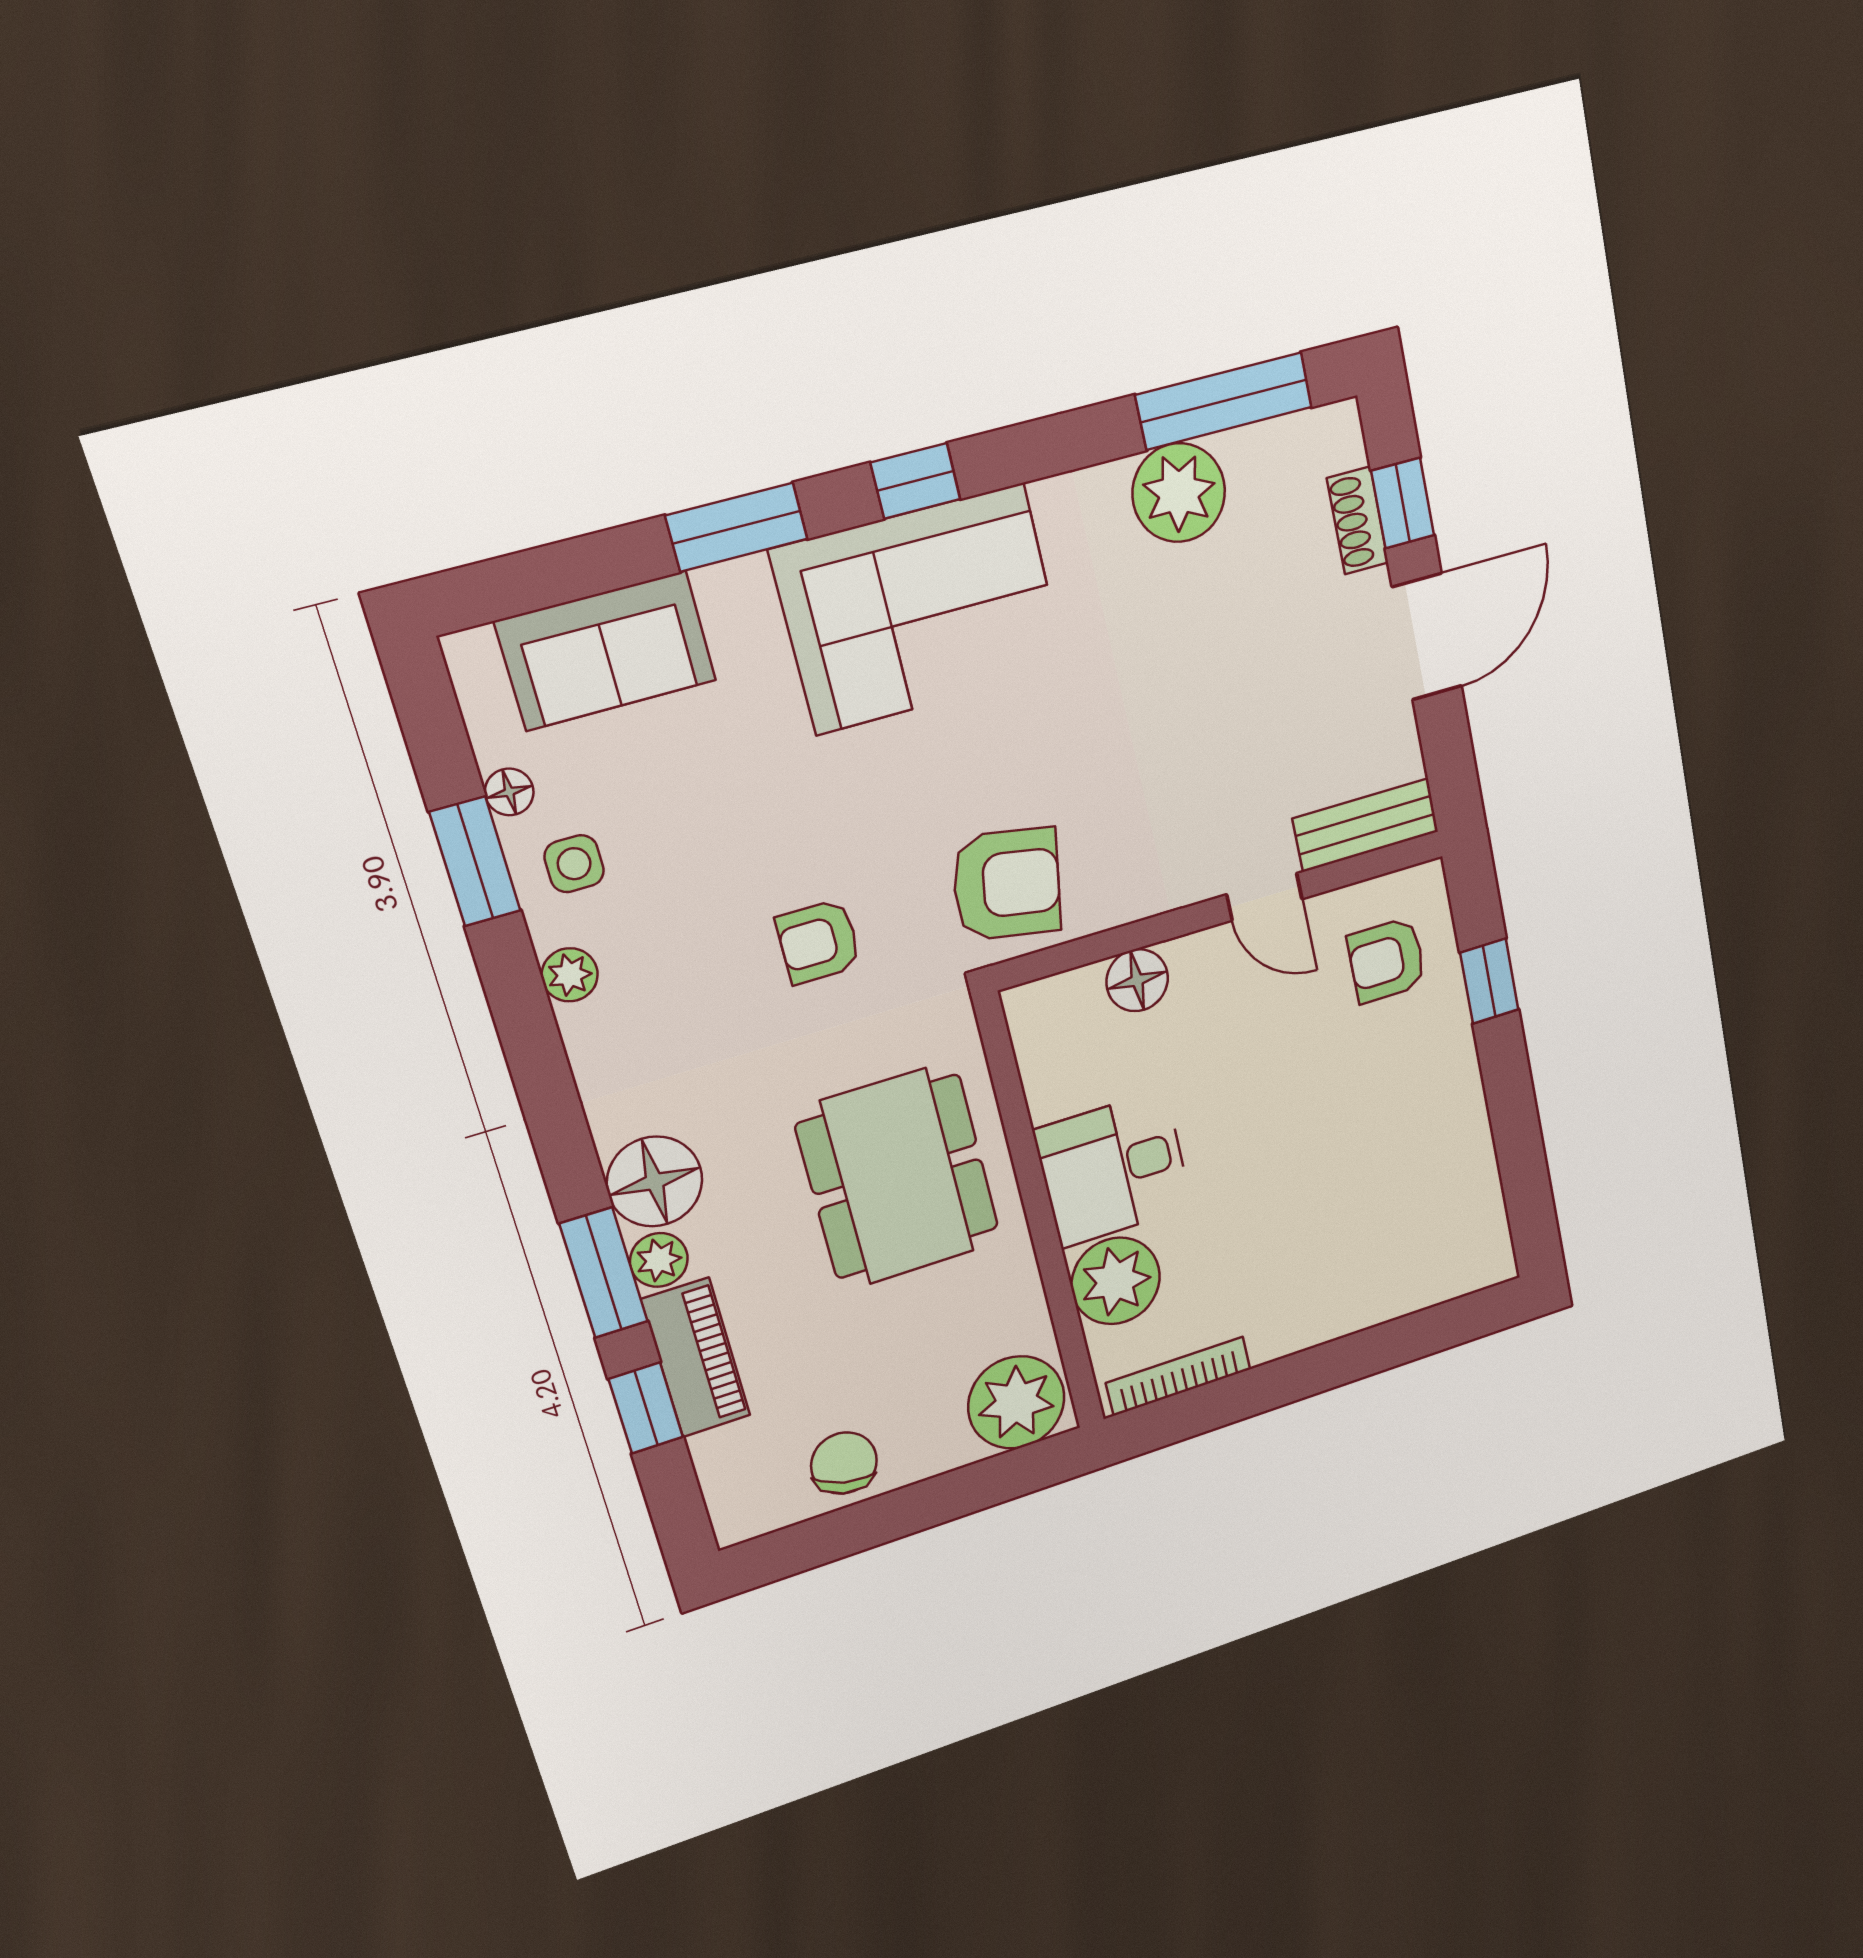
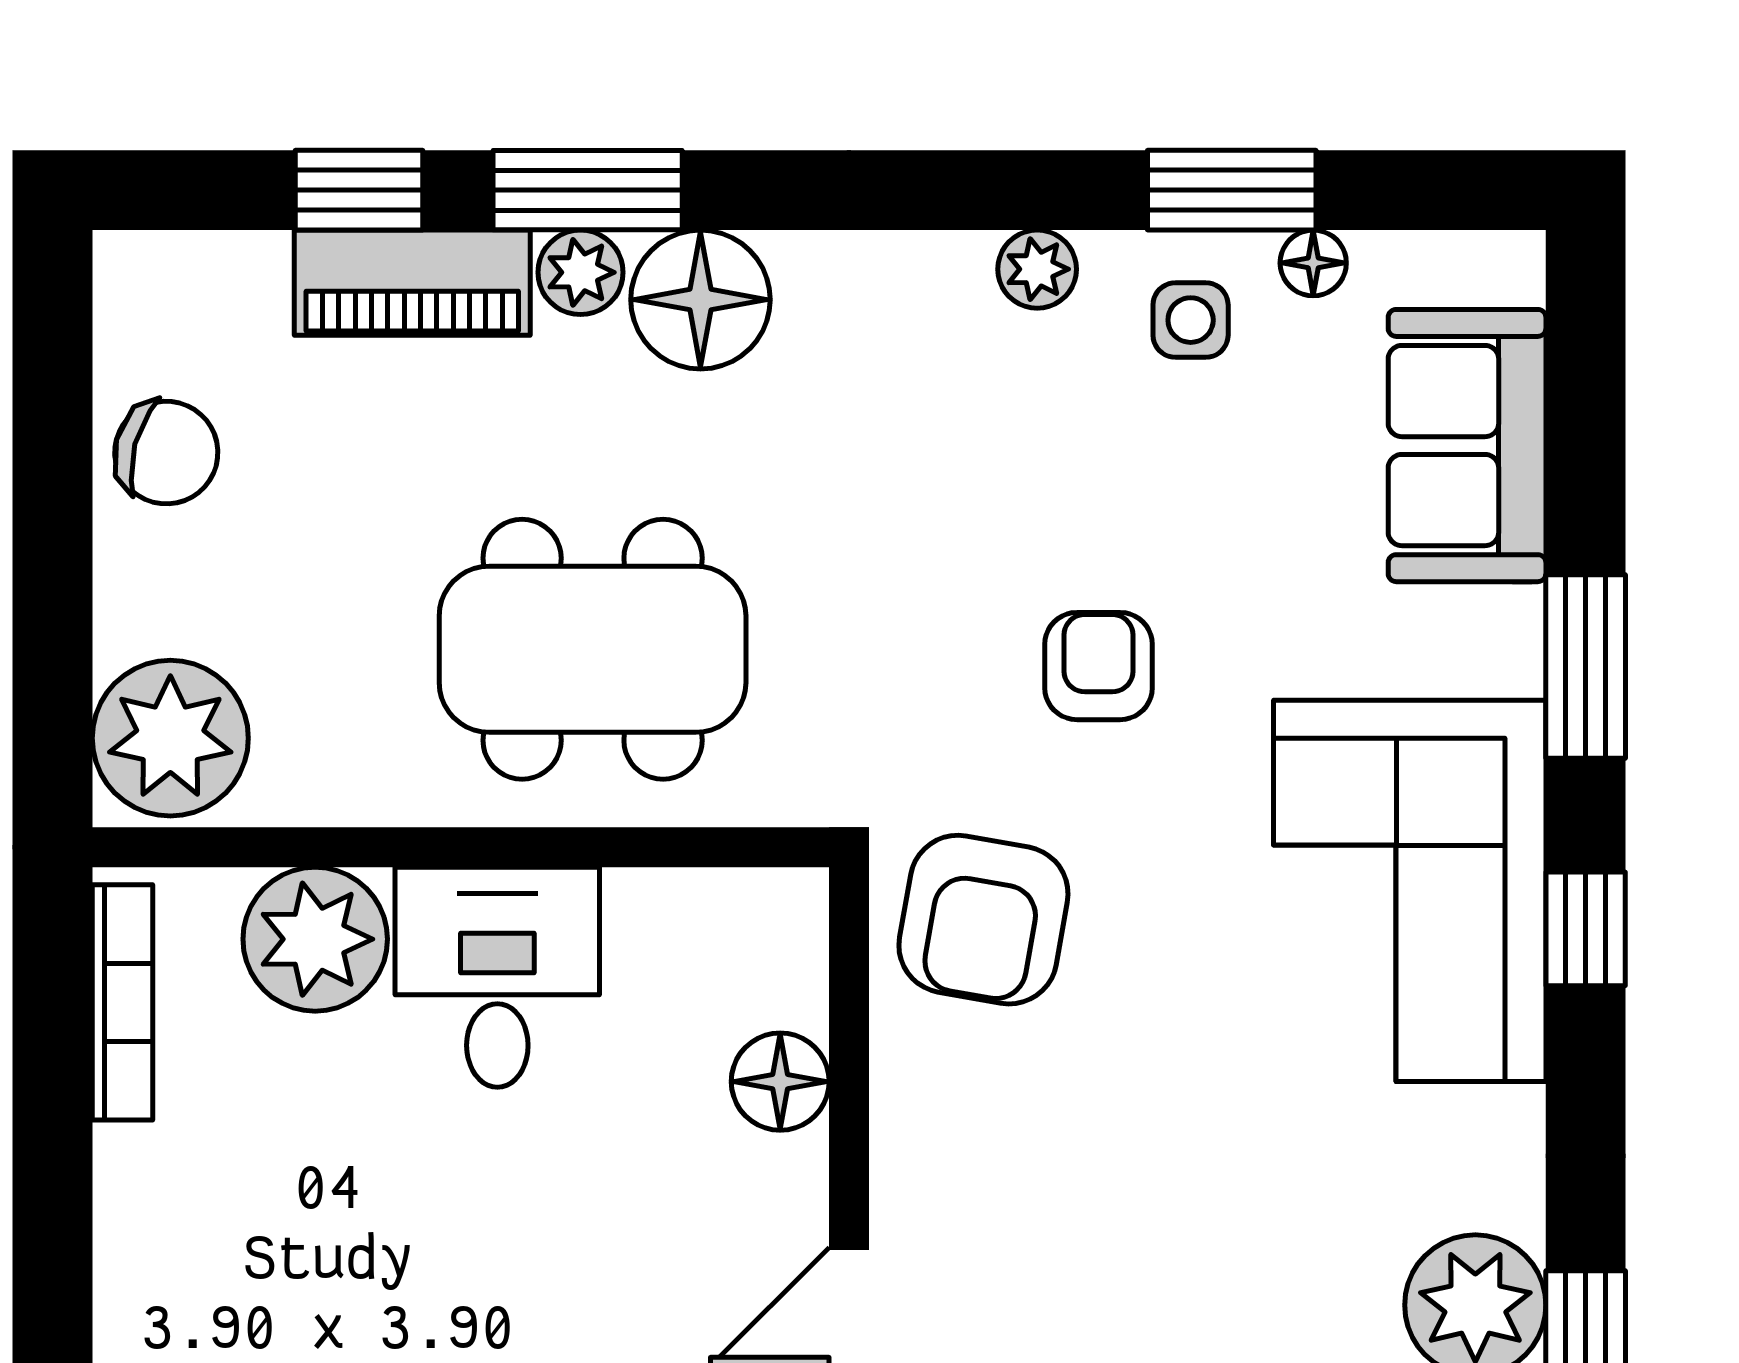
armchair: (818, 942) -> (1099, 666), moved

